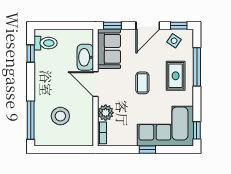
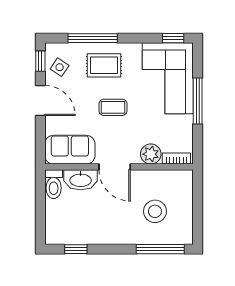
window: (112, 26) -> (40, 145), removed
toilet: (46, 43) -> (54, 184), moved, turned 180
door: (95, 84) -> (115, 167), hinge flipped
window: (147, 150) -> (198, 101), width x2.17

